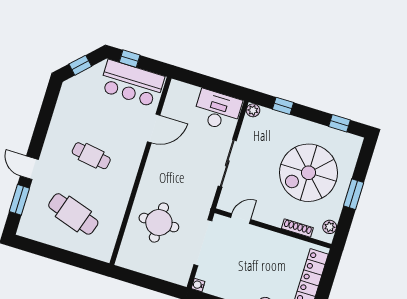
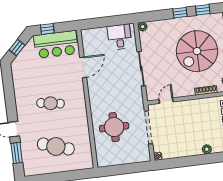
window: (283, 106) -> (180, 13), moved
desk: (218, 110) -> (120, 37), width x0.73

